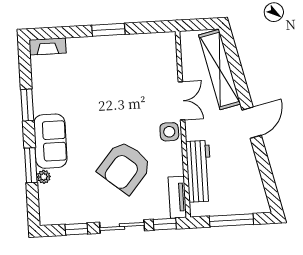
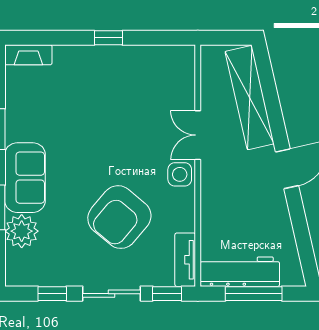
window: (108, 30) -> (108, 38), width x0.67
double door: (181, 101) -> (198, 135), swing flipped
workbench: (199, 171) -> (240, 272), moved, turned -90
plant: (44, 177) -> (22, 231), width x1.88, depth x1.88

